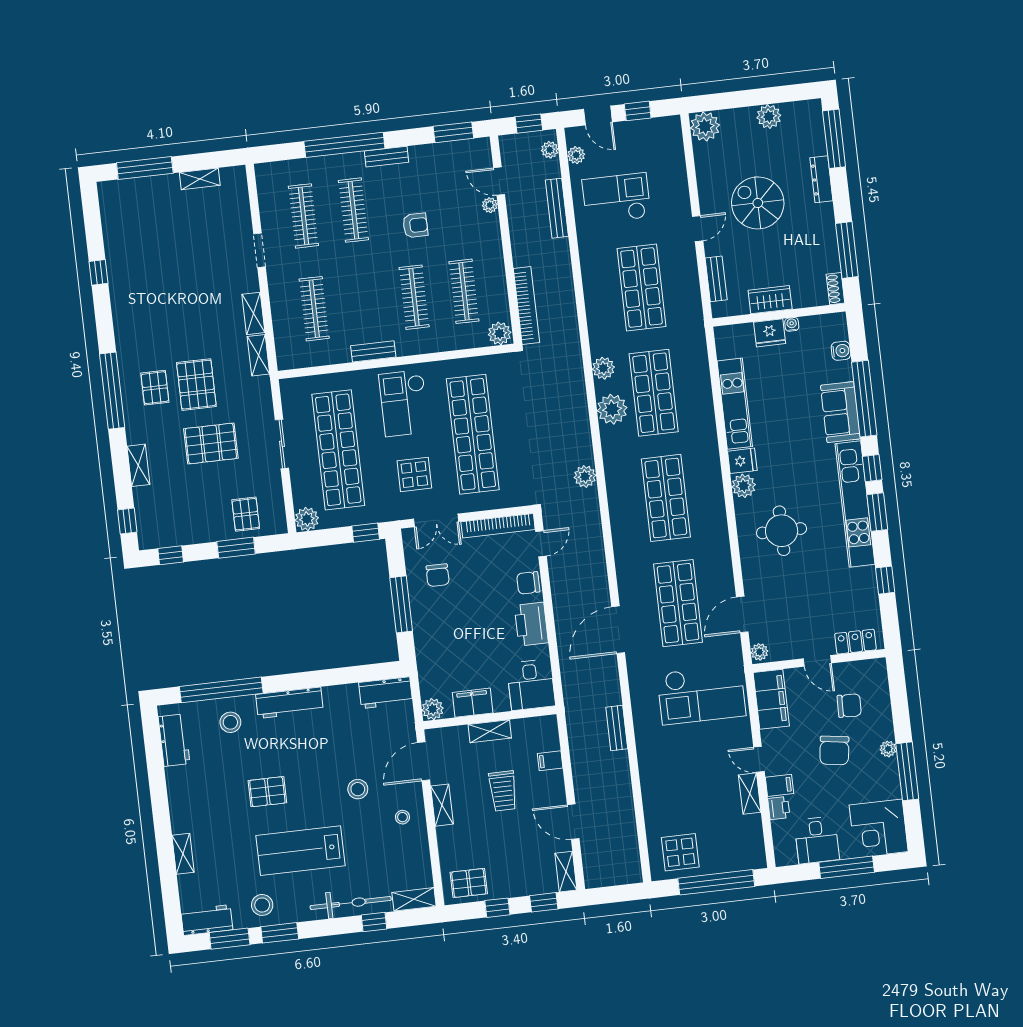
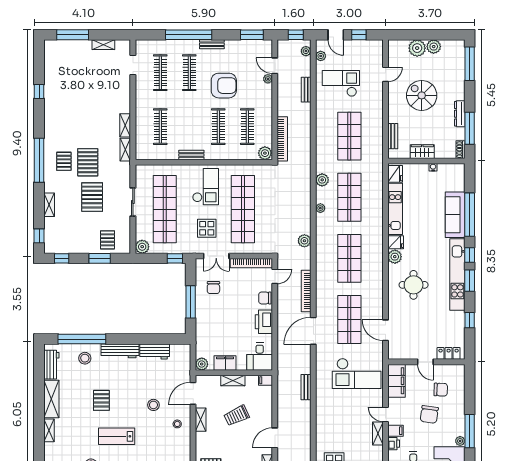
plant: (705, 126) -> (417, 48), moved
dresser: (821, 179) -> (460, 114), moved
bench: (557, 208) -> (306, 90), width x0.73
armchair: (415, 225) -> (224, 86), width x1.88, depth x1.88
door: (698, 229) -> (385, 74), moved
doorway: (260, 250) -> (133, 65), moved
fridge: (770, 333) -> (395, 174), moved, turned -90
water cooler: (841, 351) -> (459, 186), removed
checkout: (404, 403) -> (206, 187), turned 180
plant: (612, 409) -> (320, 208), width x0.53, depth x0.53
sofa: (840, 412) -> (455, 215), width x1.36
pallet: (211, 443) -> (92, 197), turned 90
bookcase: (598, 563) -> (306, 291), added
door: (742, 614) -> (385, 330), hinge flipped
plant: (759, 652) -> (393, 353), removed
workbench: (386, 693) -> (155, 351), moved
plant: (888, 749) -> (460, 441), moved
filing cabinet: (550, 761) -> (266, 380), moved
trolley: (503, 791) -> (237, 416), turned 65
pallet: (267, 792) -> (101, 400), turned 90
shelving: (181, 799) -> (51, 399), added
door: (573, 822) -> (275, 438), hinge flipped
lab bench: (301, 851) -> (117, 436), width x0.73, depth x0.72

